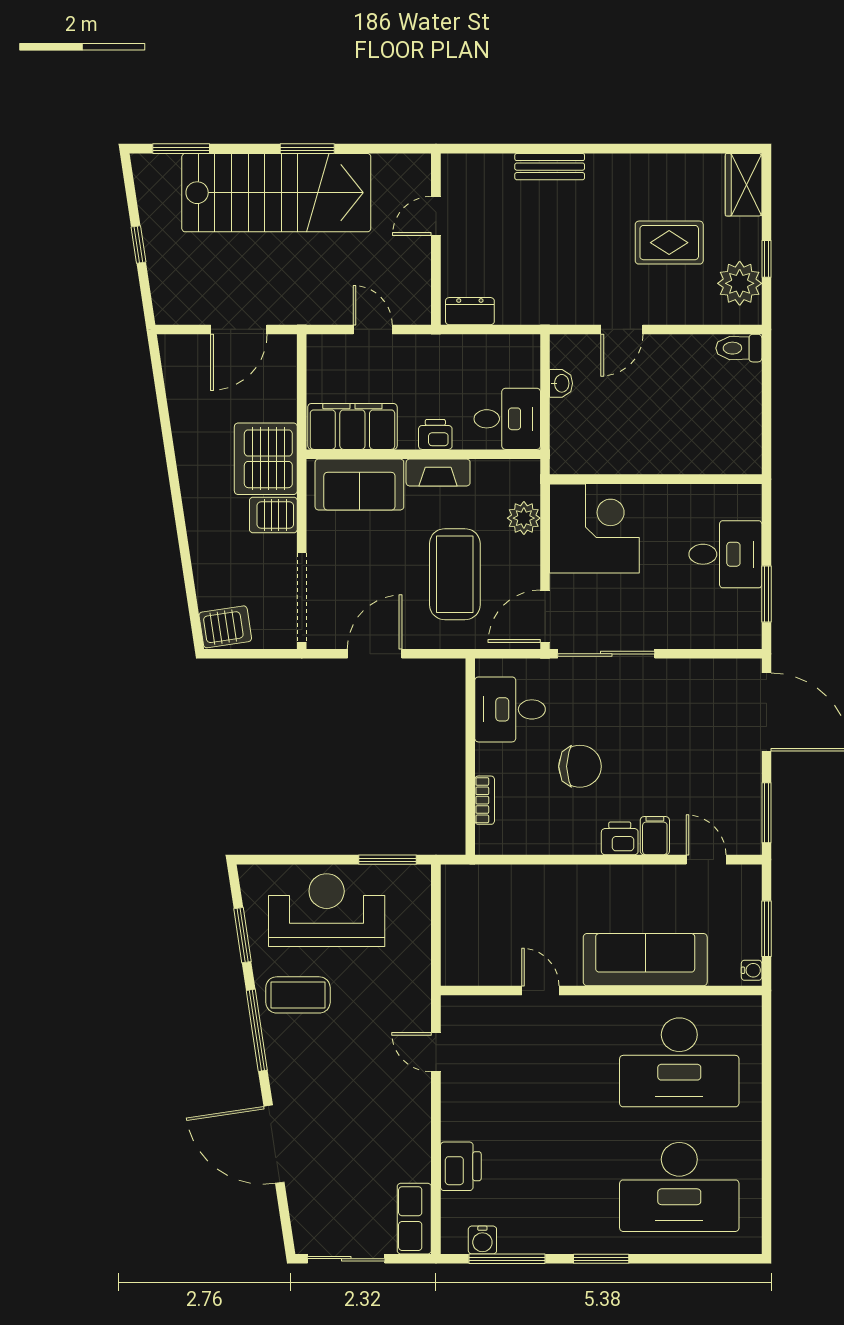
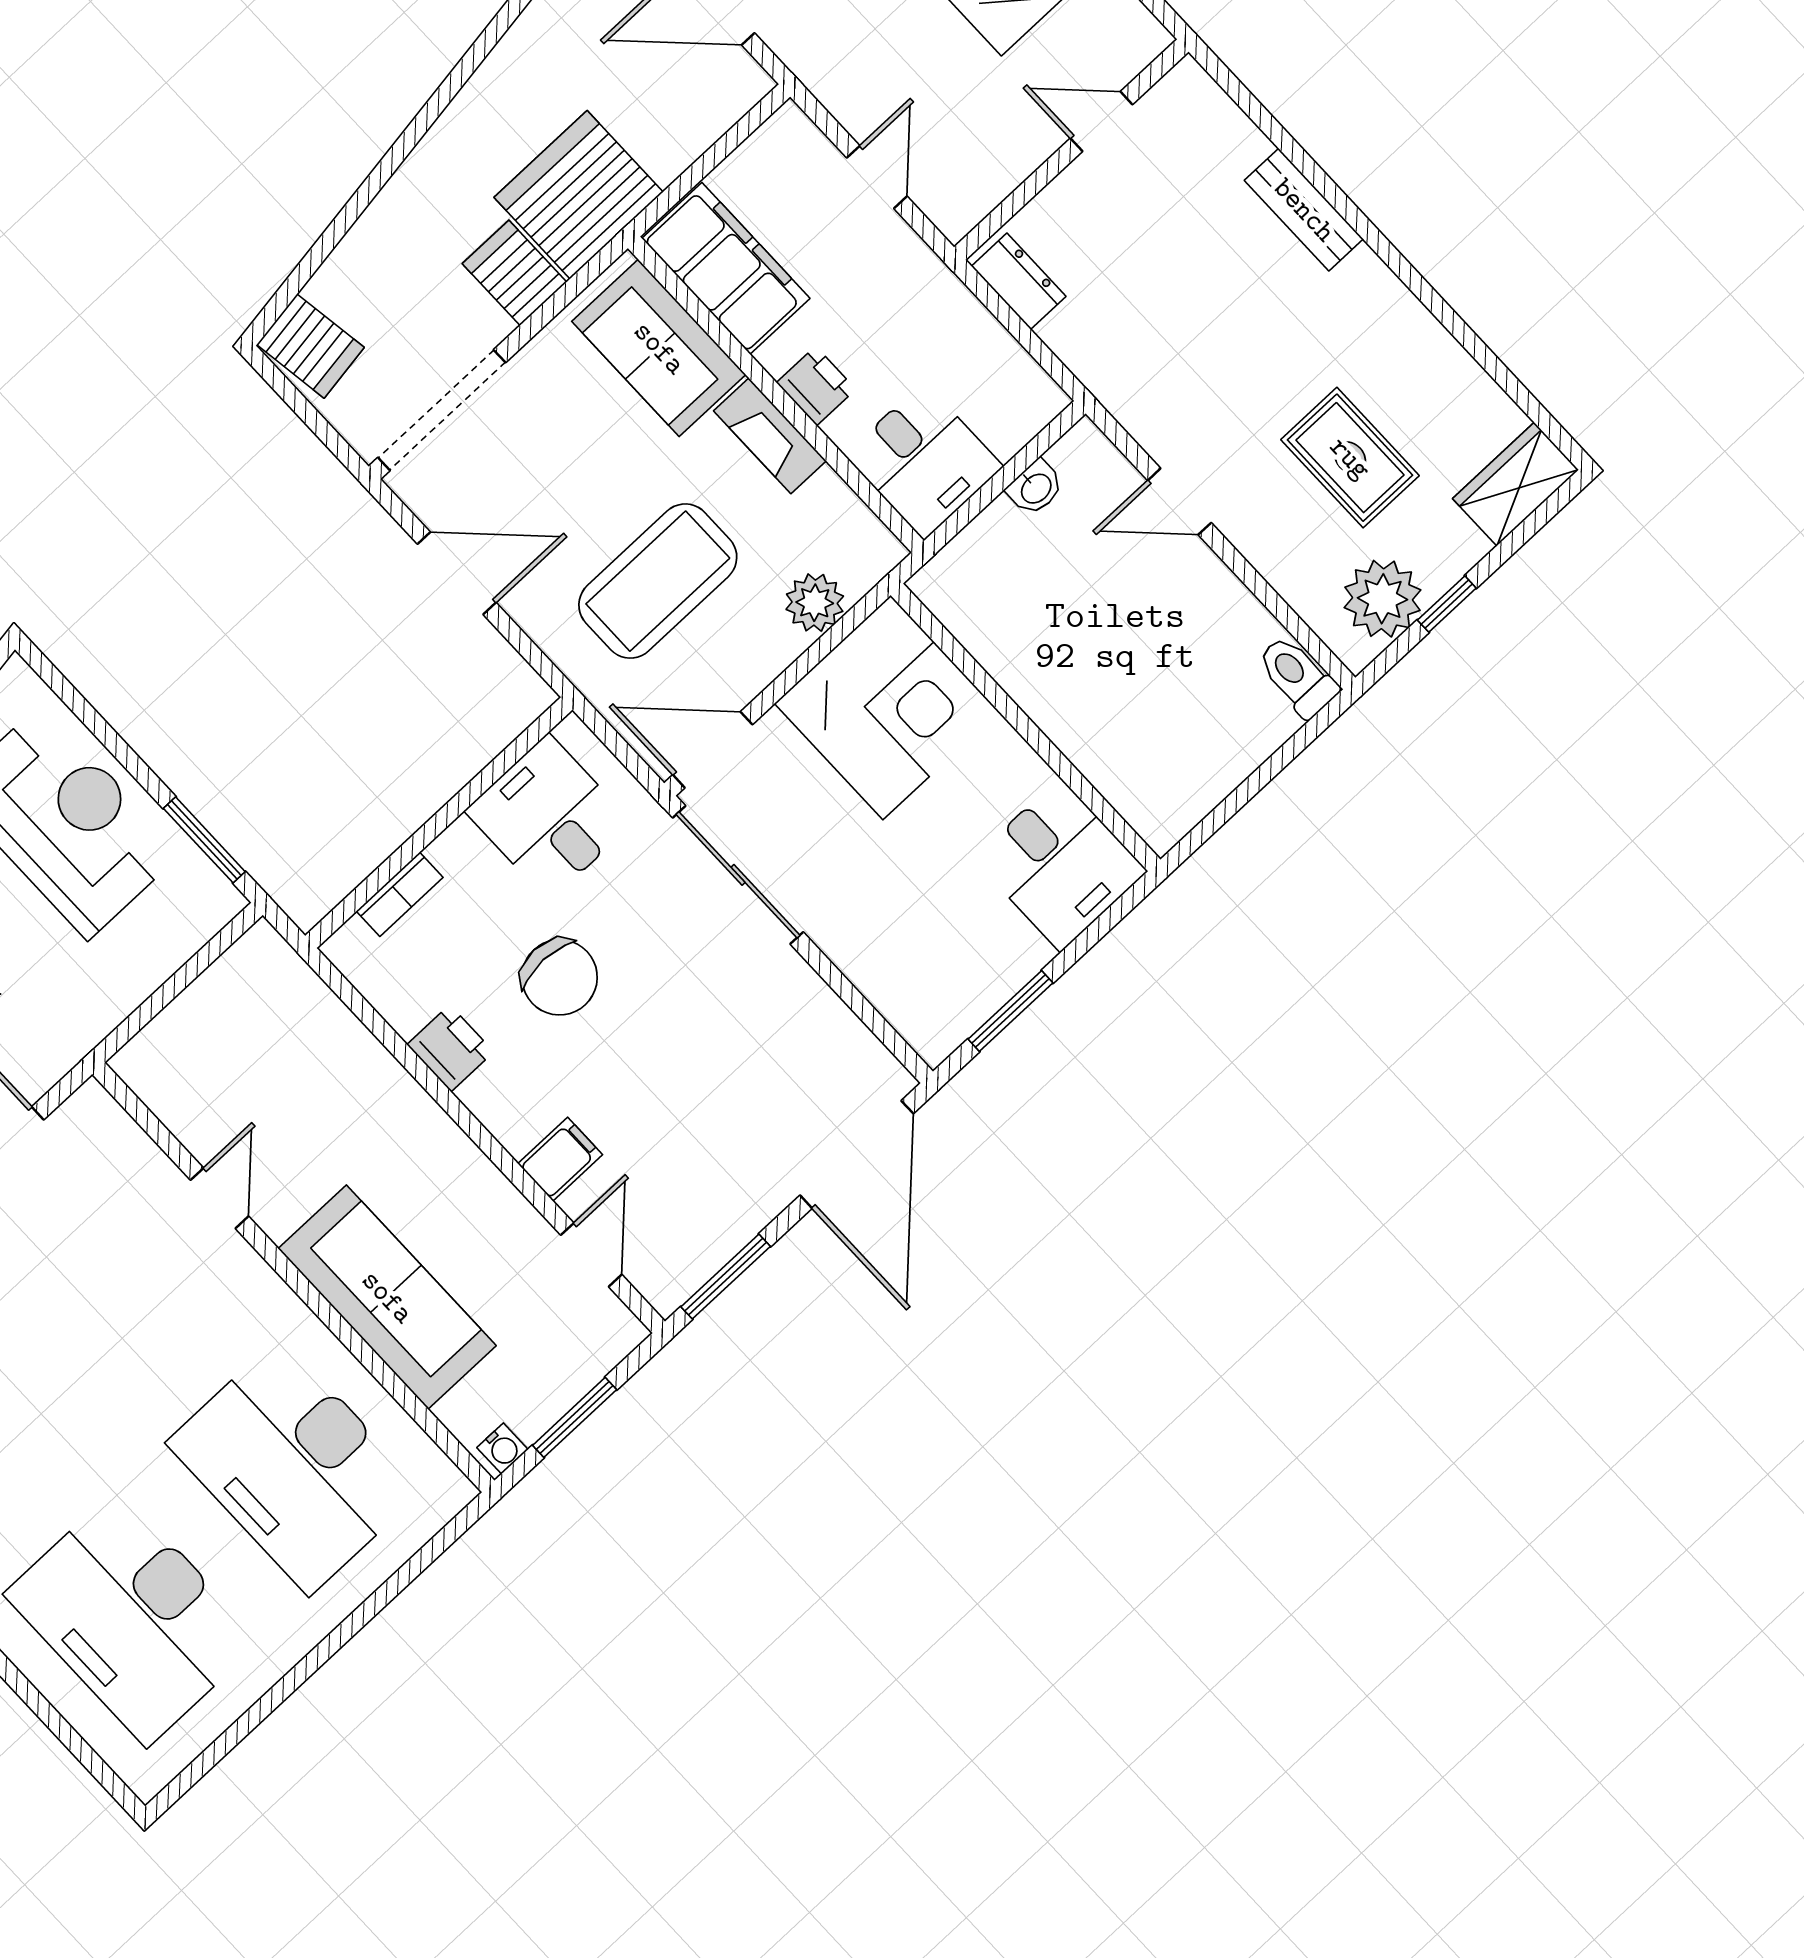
desk: (725, 554) -> (1060, 865), moved
printer: (620, 838) -> (450, 1048), moved

